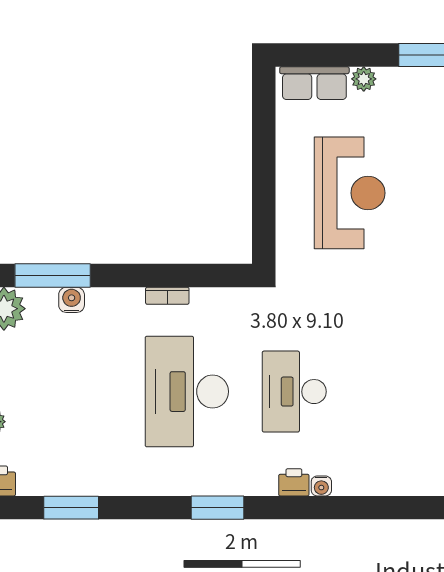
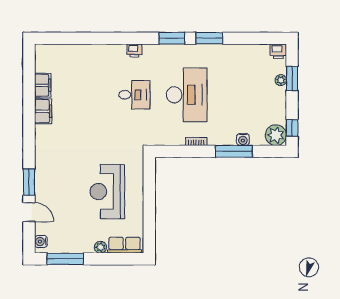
window: (53, 275) -> (234, 151), moved
desk: (294, 392) -> (134, 95), width x0.73
water cooler: (321, 486) -> (121, 49), removed
window: (71, 508) -> (209, 38), moved

